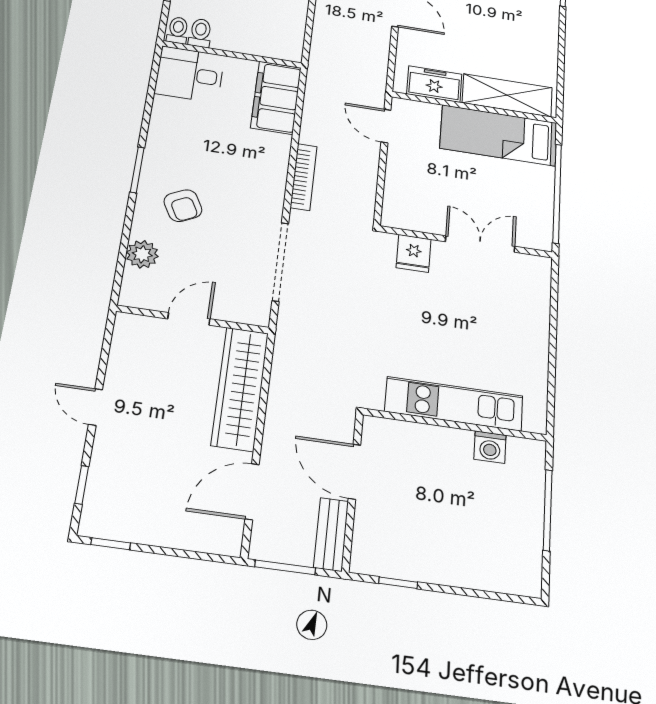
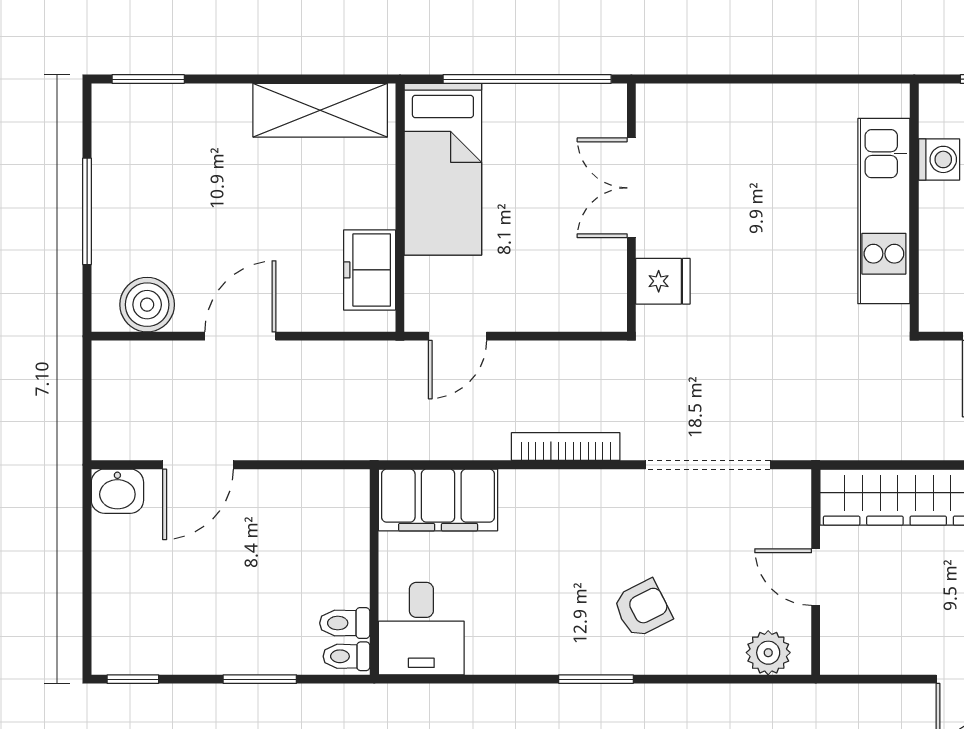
shelving: (507, 95) -> (320, 110), moved, turned 90
plant: (142, 254) -> (768, 653), moved

